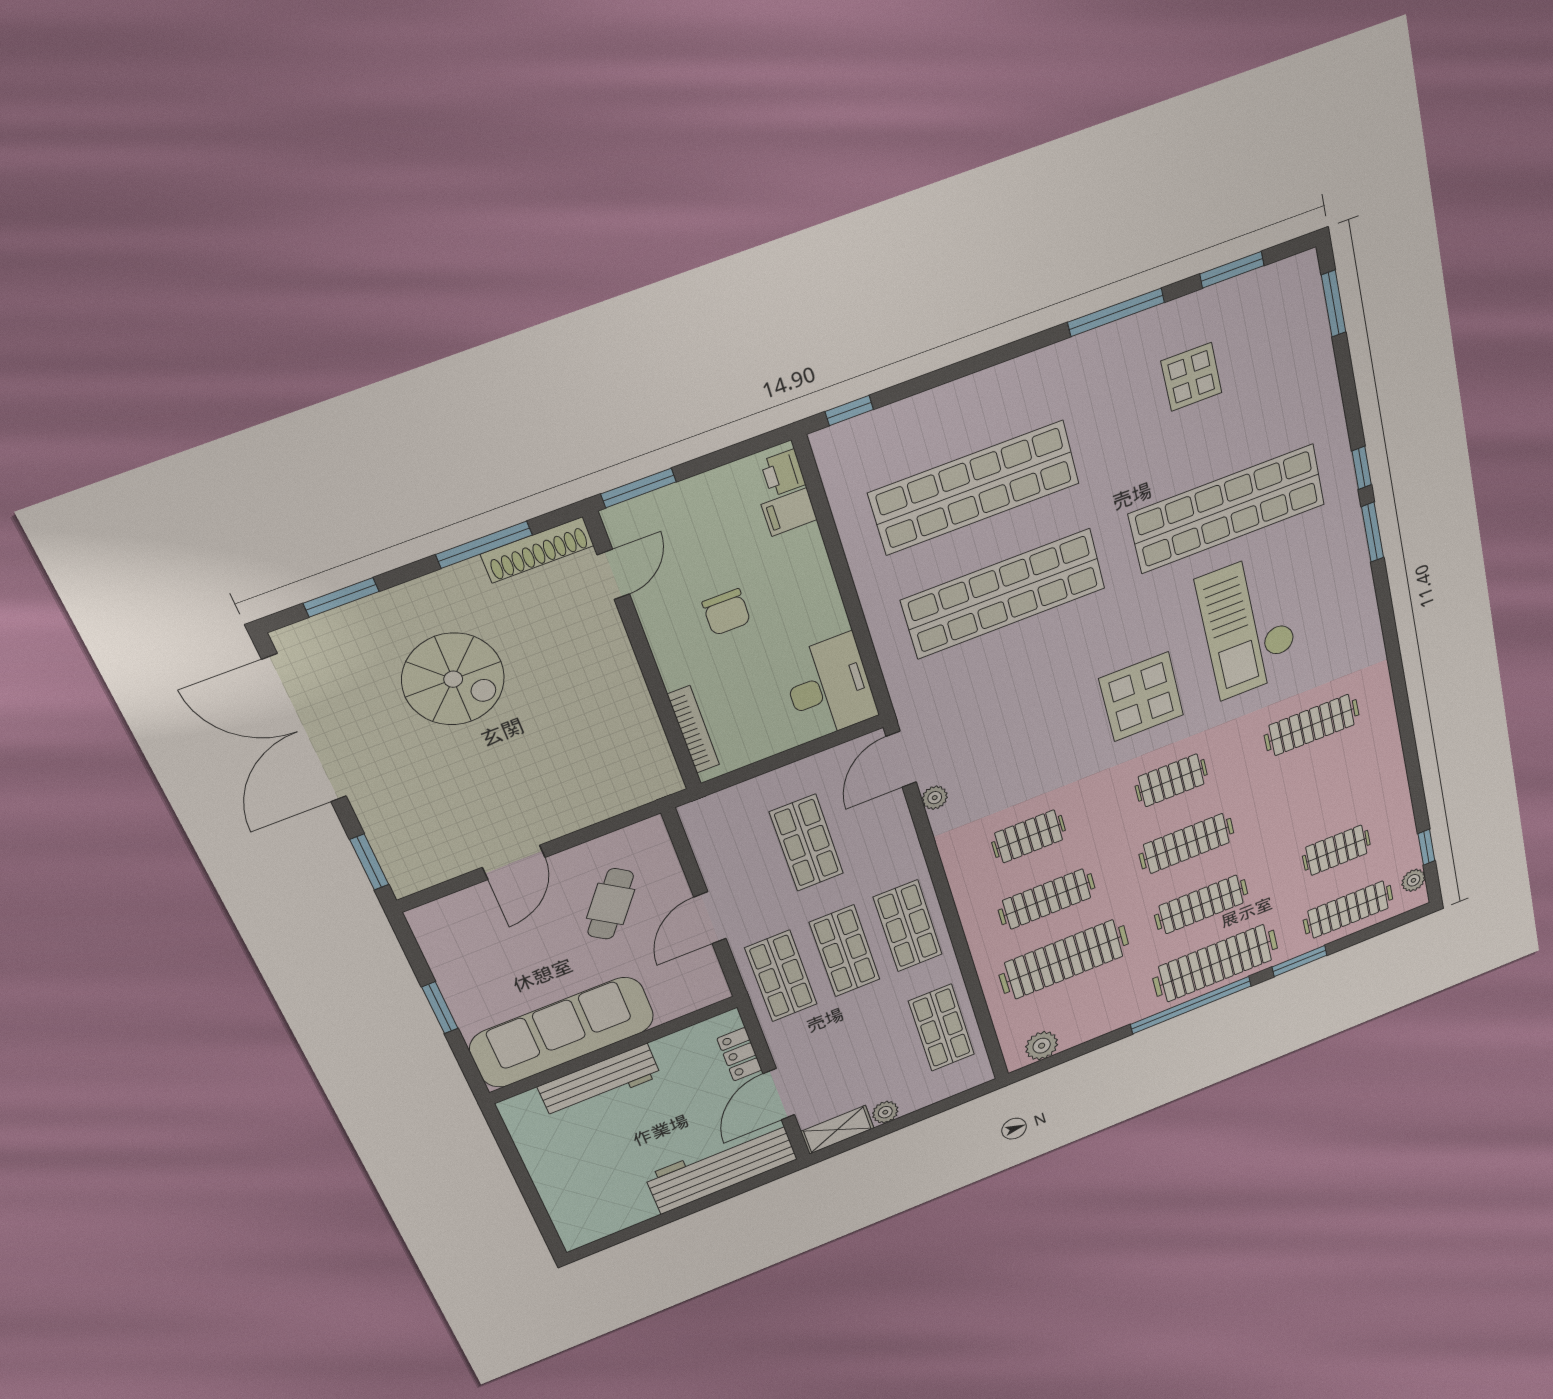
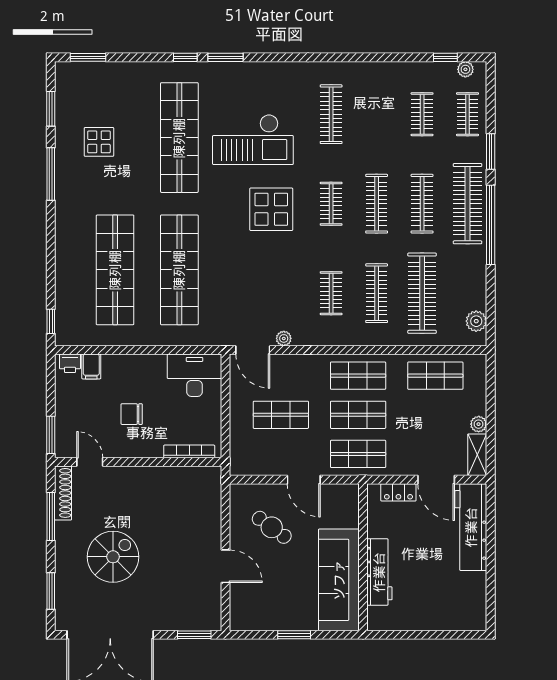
chair: (726, 612) -> (132, 414), turned 180
clothes rail: (1348, 910) -> (468, 114), width x0.73

